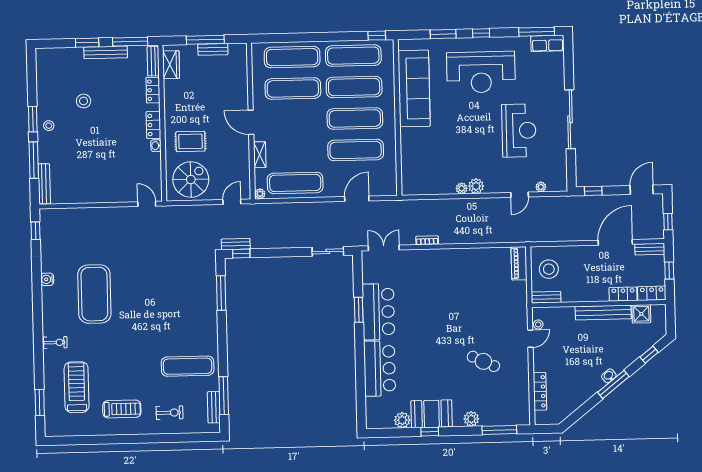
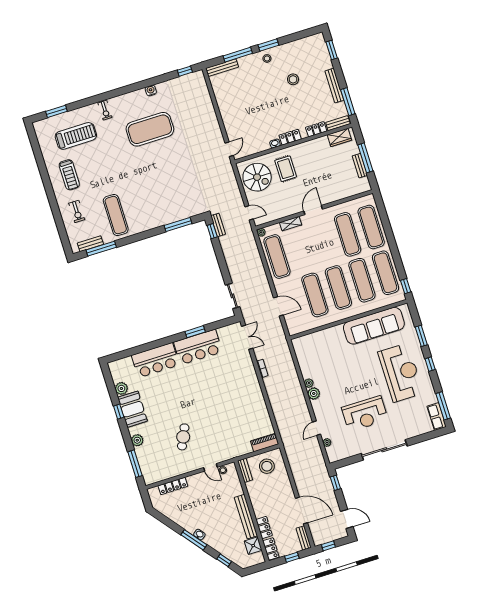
window: (87, 43) -> (332, 50), moved
reception desk: (481, 72) -> (401, 373), turned 180
door: (520, 195) -> (317, 428), hinge flipped

